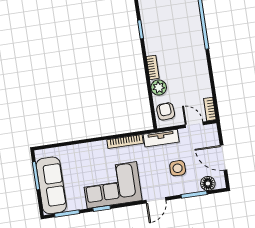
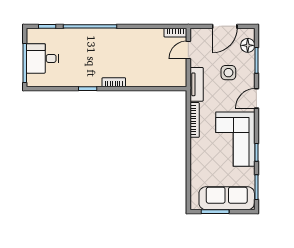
bookcase: (153, 67) -> (114, 82), moved
plant: (159, 87) -> (147, 79), removed
armchair: (166, 111) -> (171, 76), removed
door: (156, 200) -> (256, 98), swing flipped

